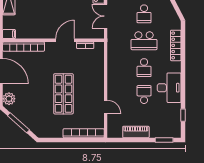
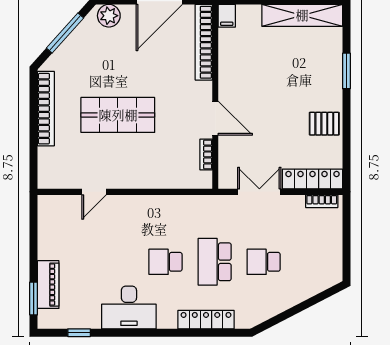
school desk: (144, 95) -> (116, 262), removed
piano: (136, 132) -> (48, 285), moved
bookcase: (84, 133) -> (46, 109), moved

